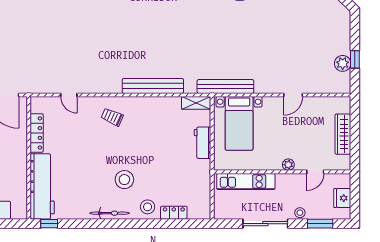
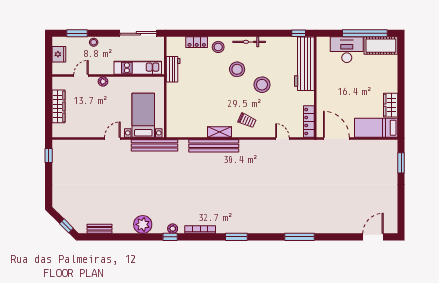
window: (355, 59) -> (49, 155), moved
plant: (343, 63) -> (59, 164), removed
door: (293, 95) -> (112, 139), moved
shelving: (196, 103) -> (219, 132), moved
locker: (37, 133) -> (309, 121), moved
workbench: (203, 143) -> (173, 69), moved
stool: (94, 161) -> (262, 85), added
sliding door: (265, 224) -> (138, 33), moved

